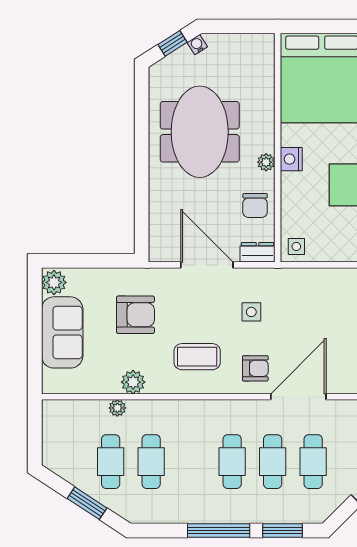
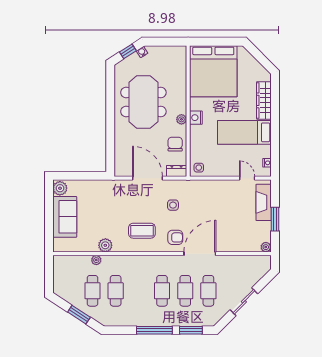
chair: (255, 205) -> (175, 144), turned 180
armchair: (135, 315) -> (107, 207), removed

